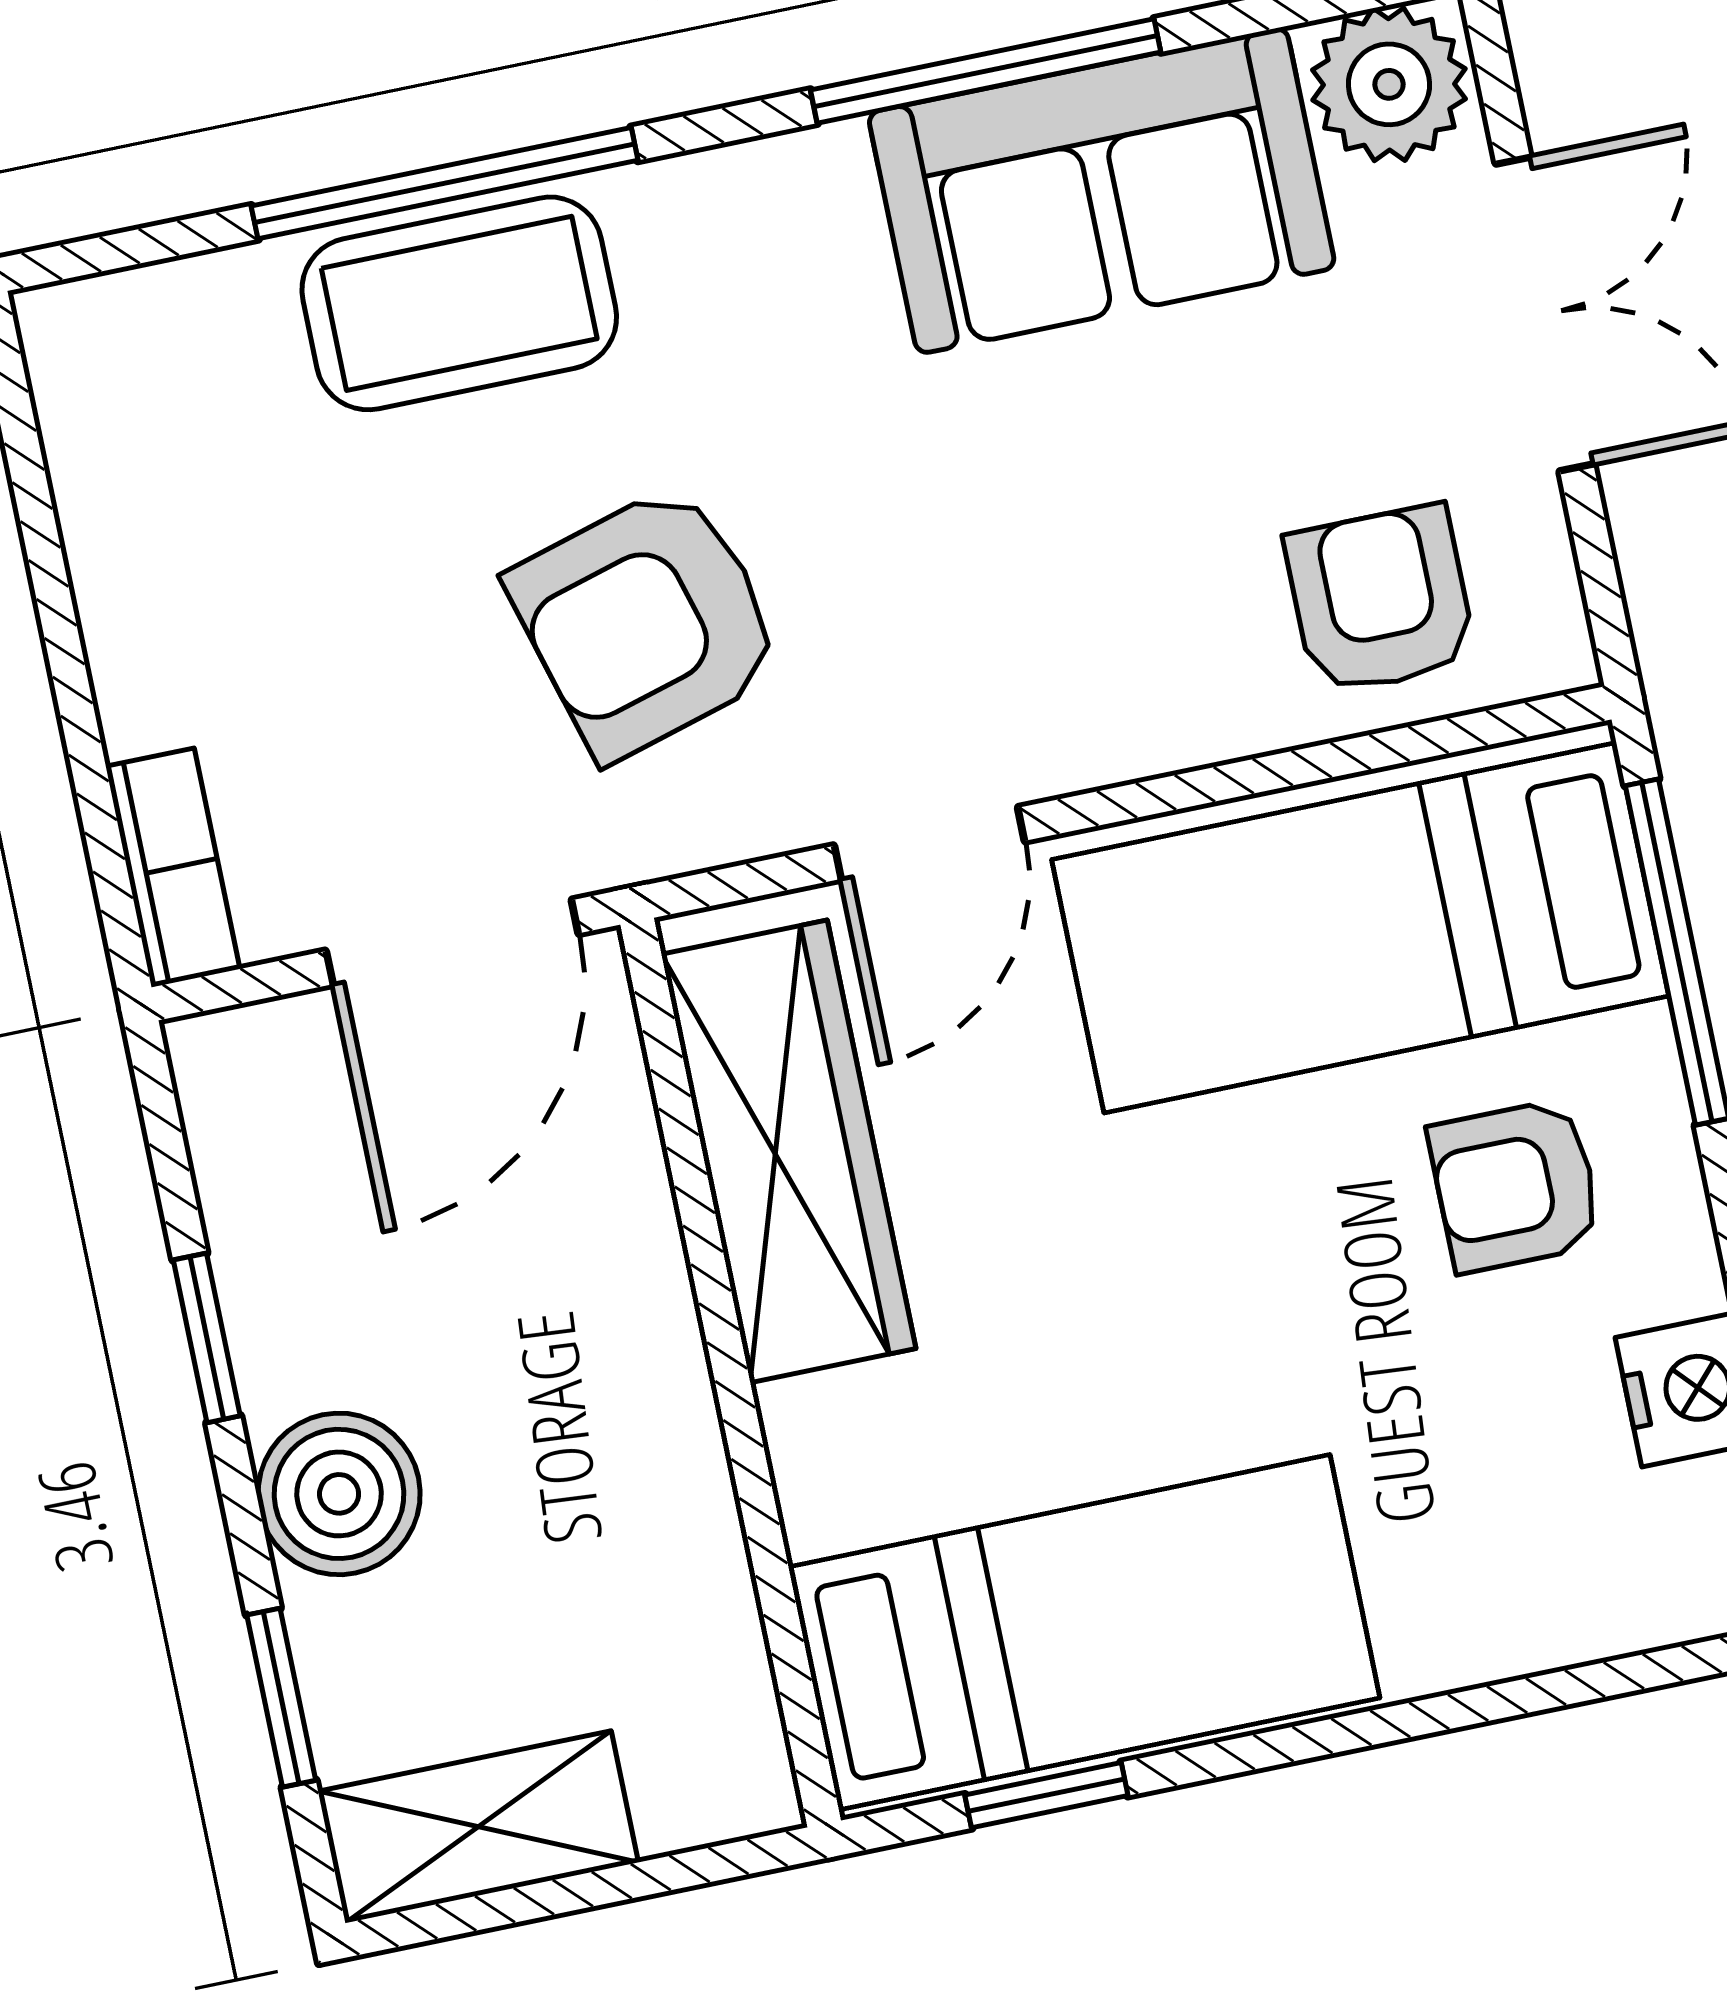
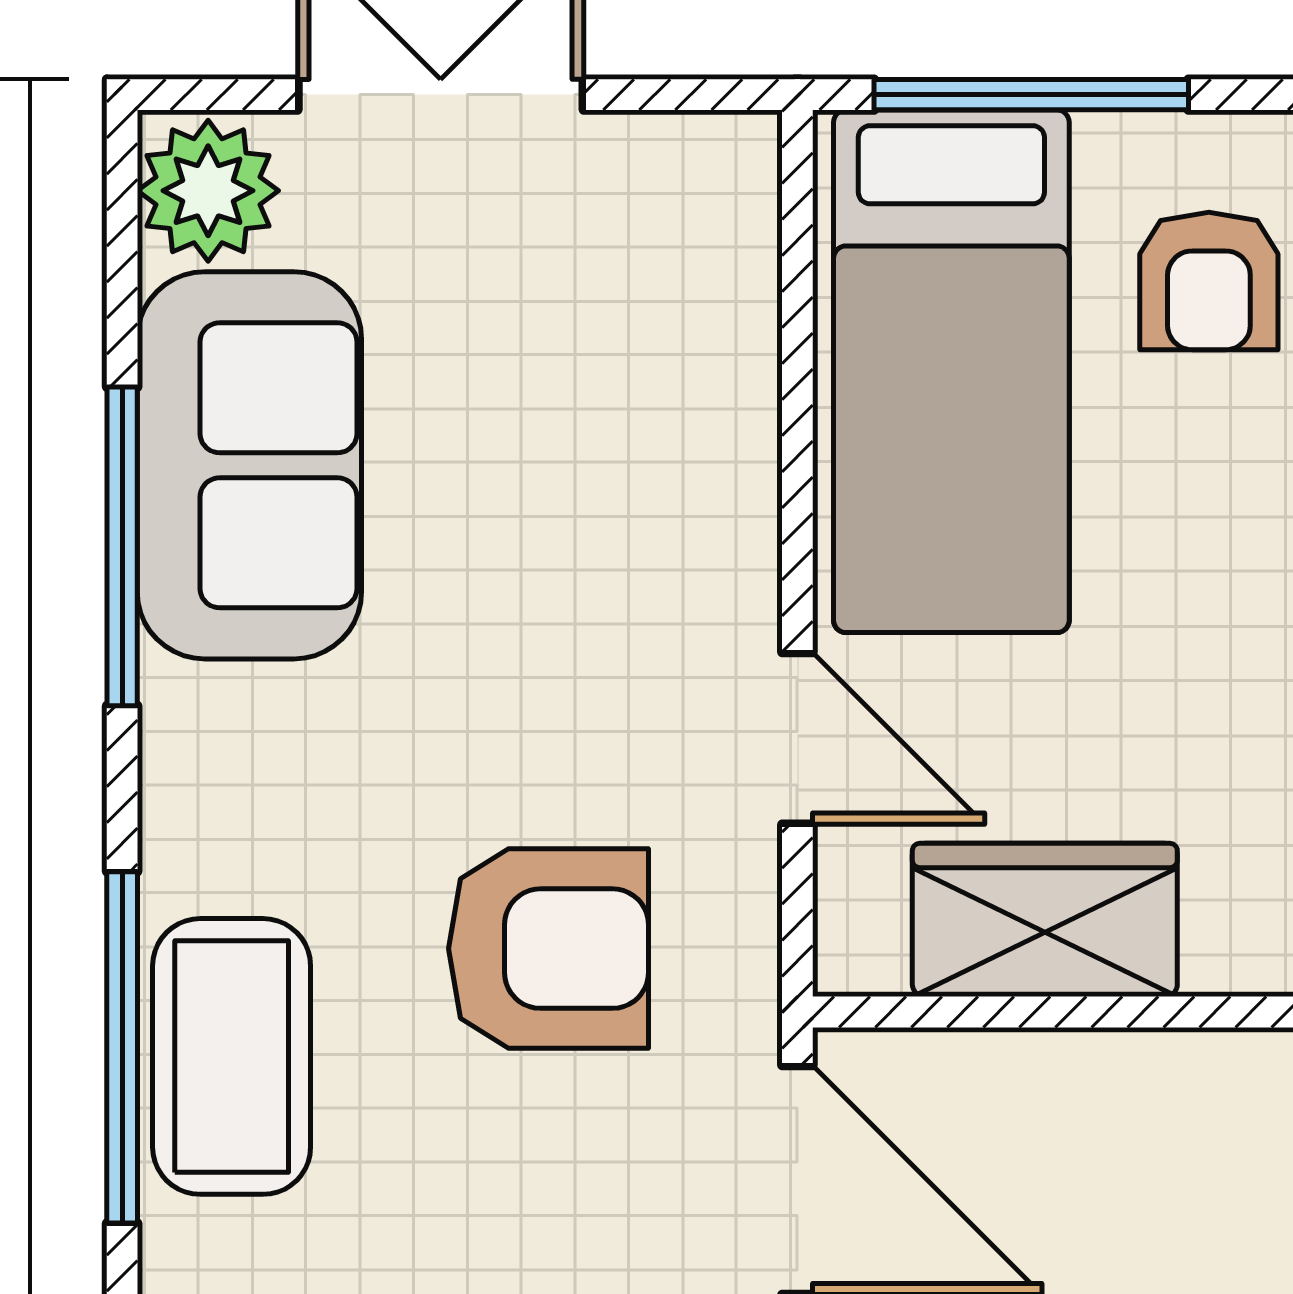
armchair: (1380, 600) -> (664, 293), removed
armchair: (647, 622) -> (549, 949), turned -74
wardrobe: (789, 1151) -> (1045, 920), width x0.67

